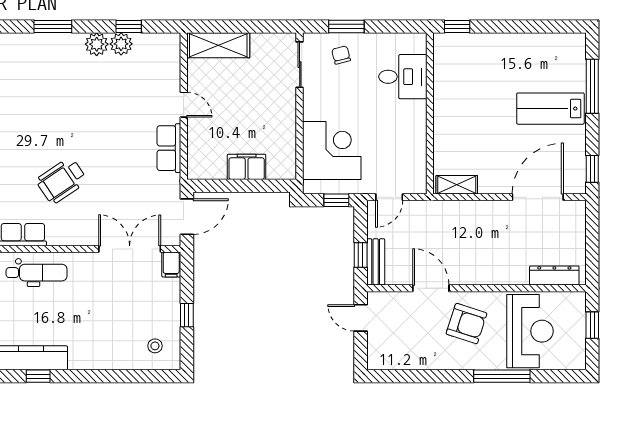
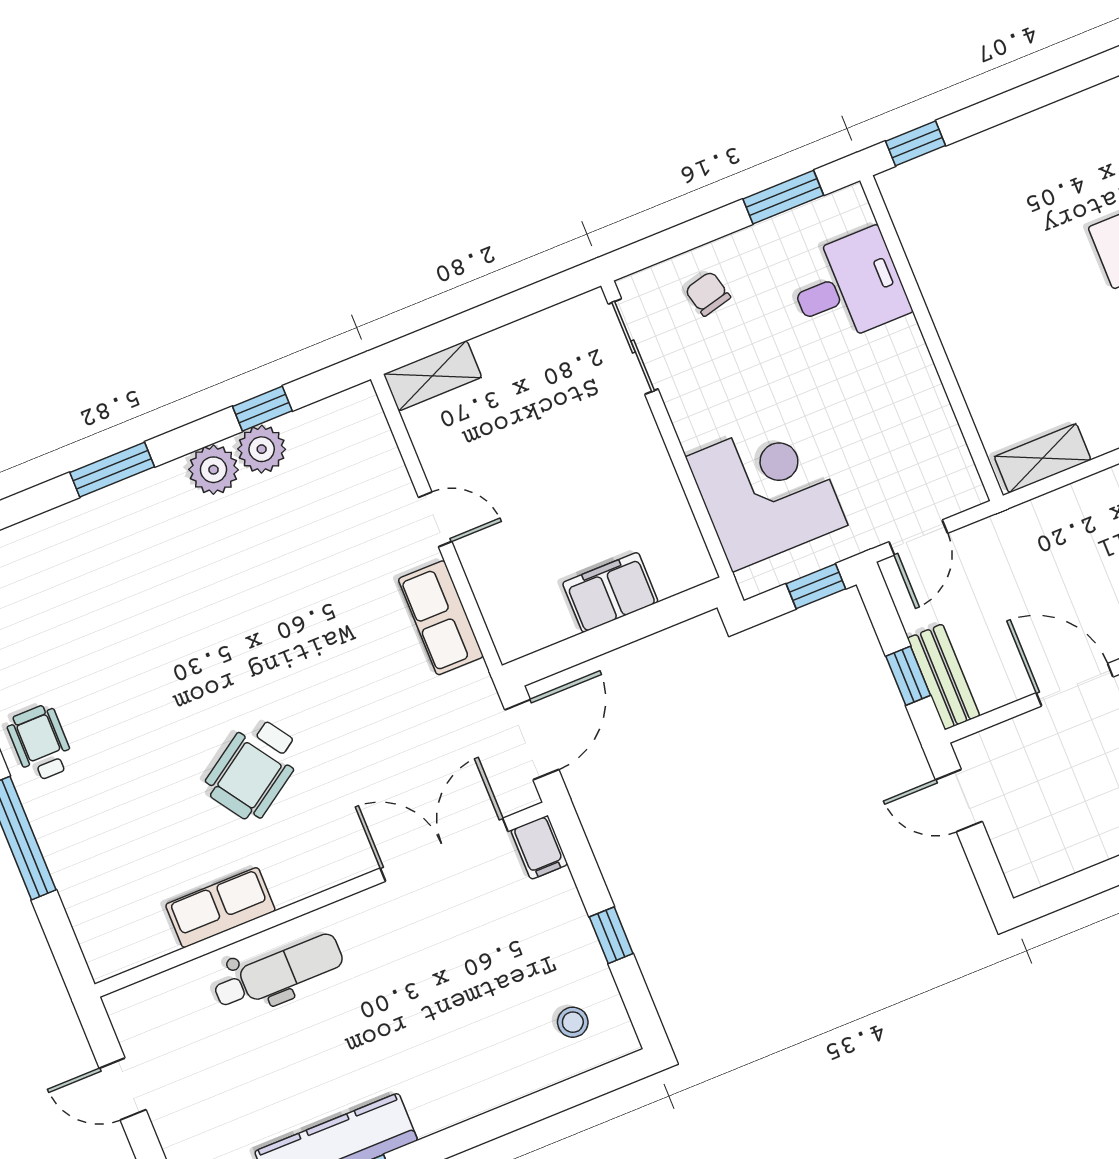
window: (346, 26) -> (783, 197), moved
shelving: (218, 45) -> (433, 376), width x0.67, depth x0.75

